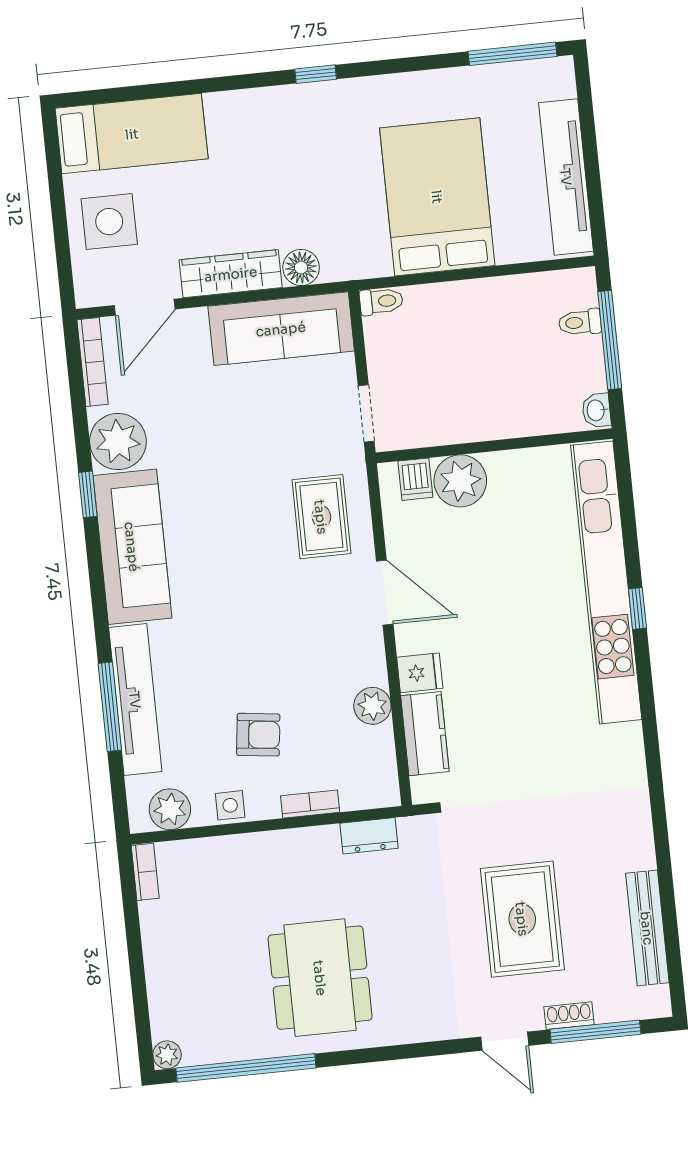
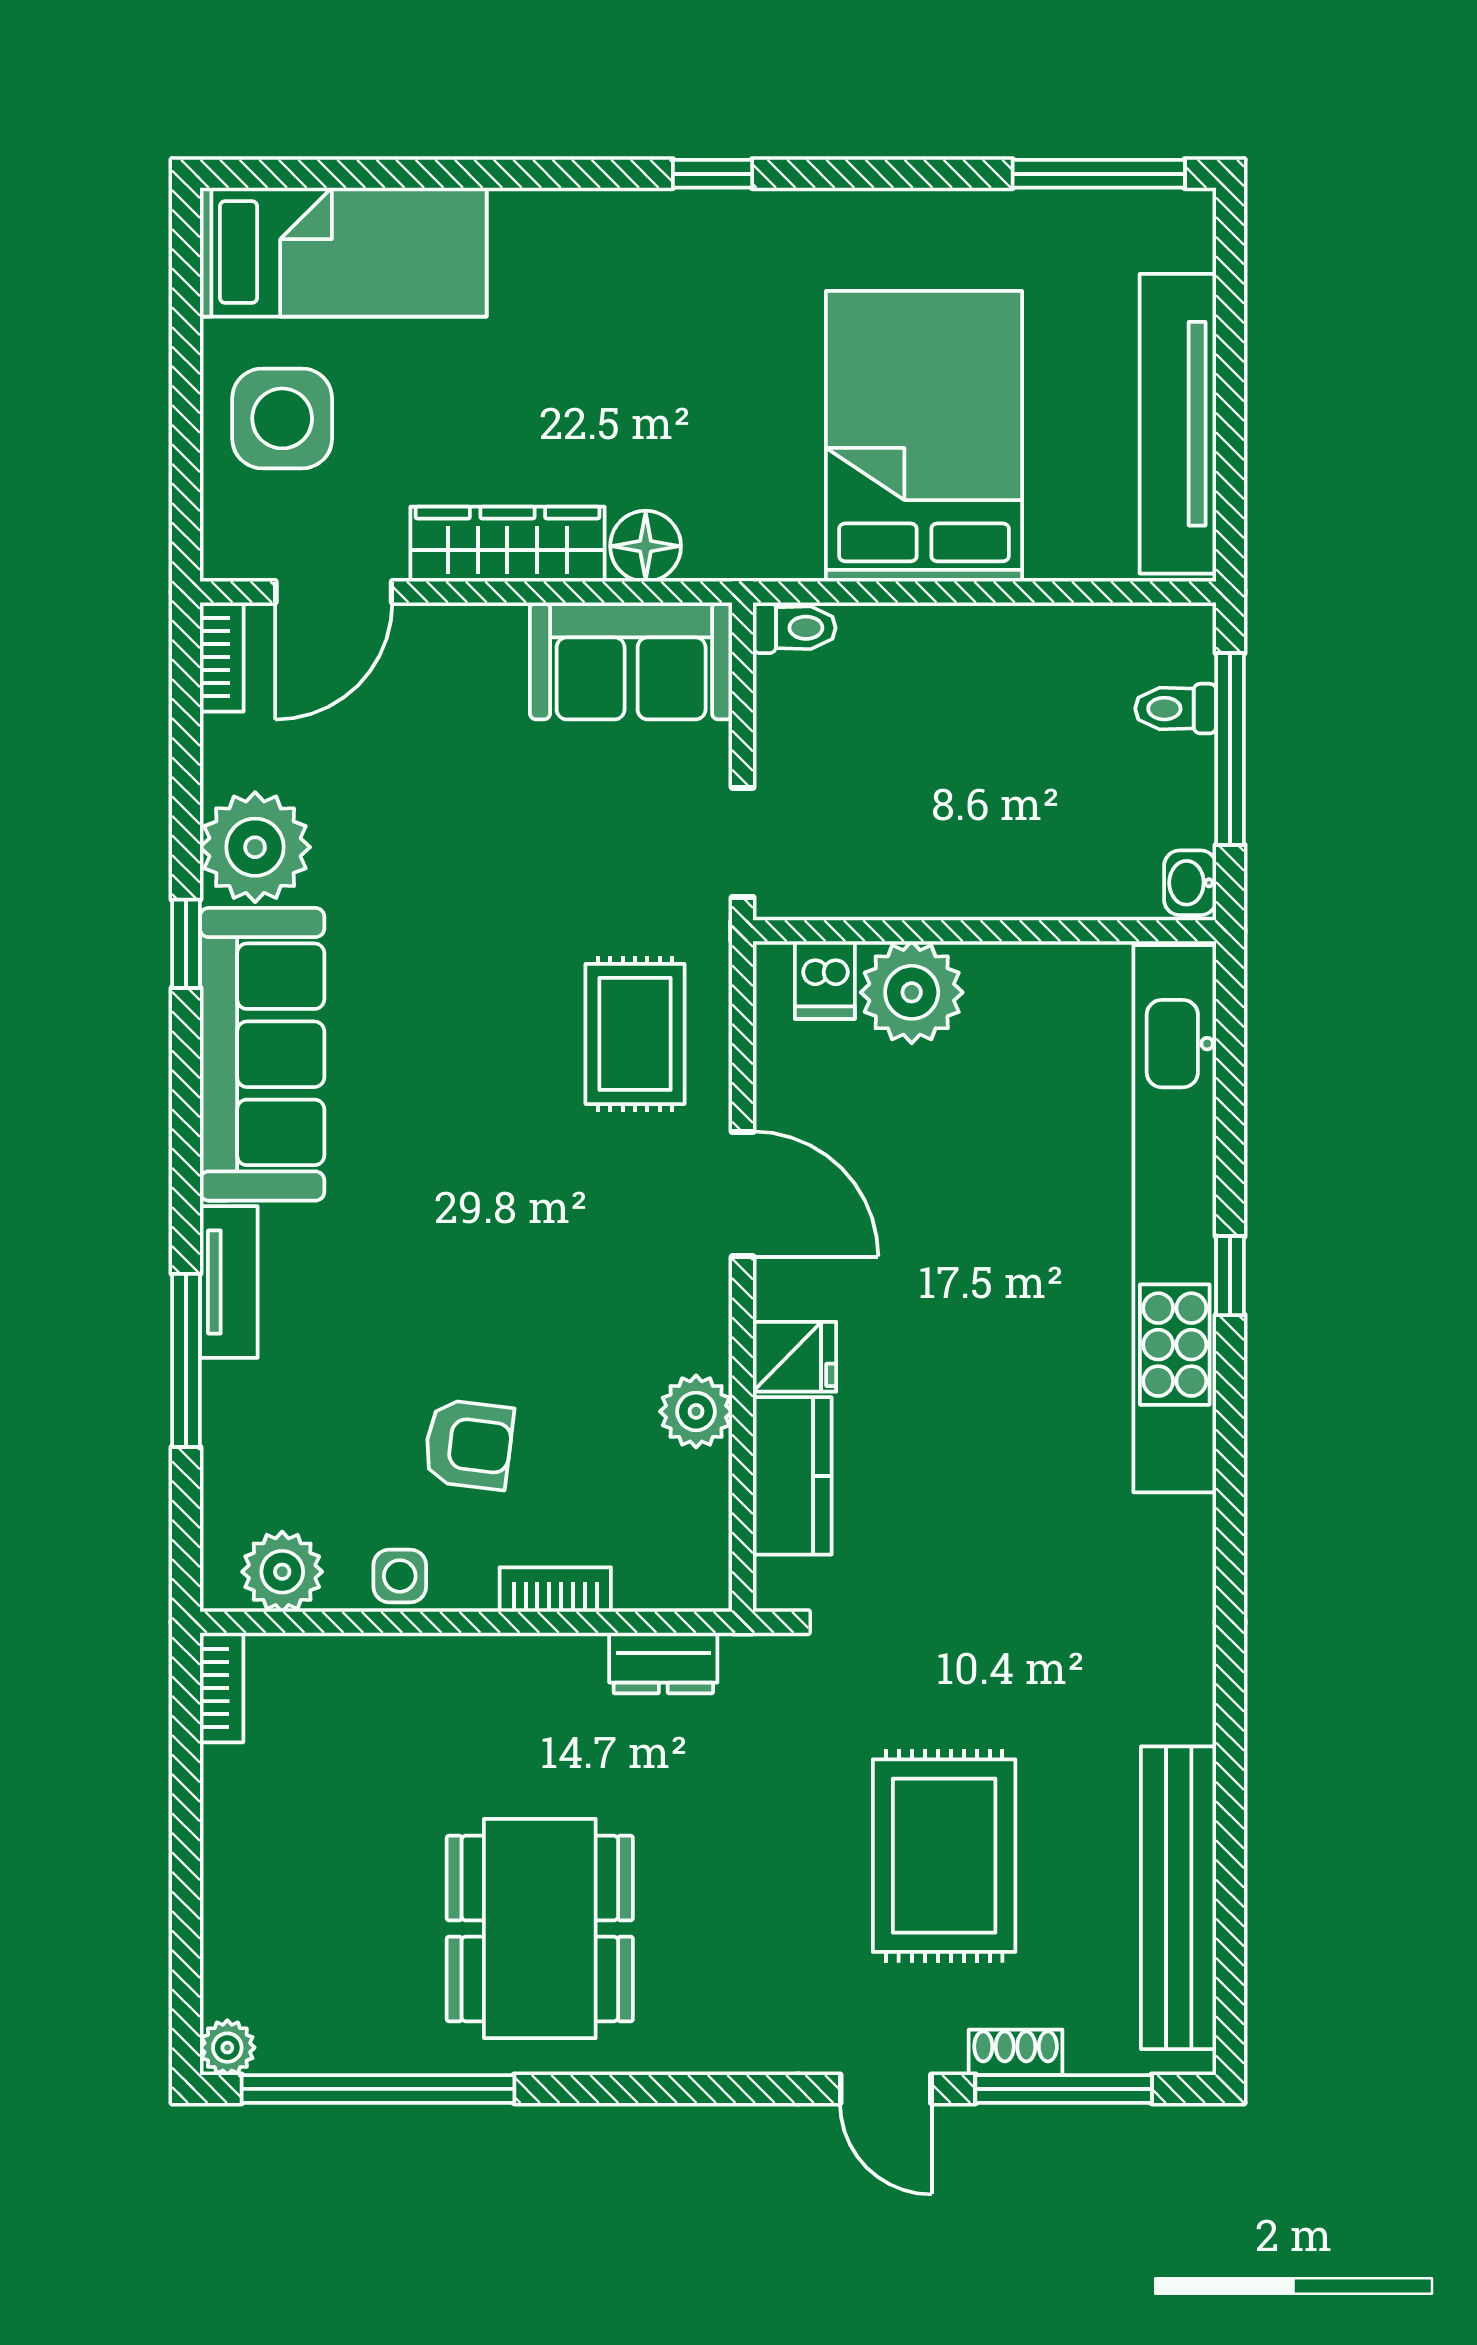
sofa: (281, 329) -> (631, 661), width x0.73
bookcase: (93, 362) -> (222, 657), width x0.64
tv unit: (135, 700) -> (229, 1282), width x0.52, depth x0.78
bench: (647, 928) -> (1179, 1898), width x1.37, depth x1.21

